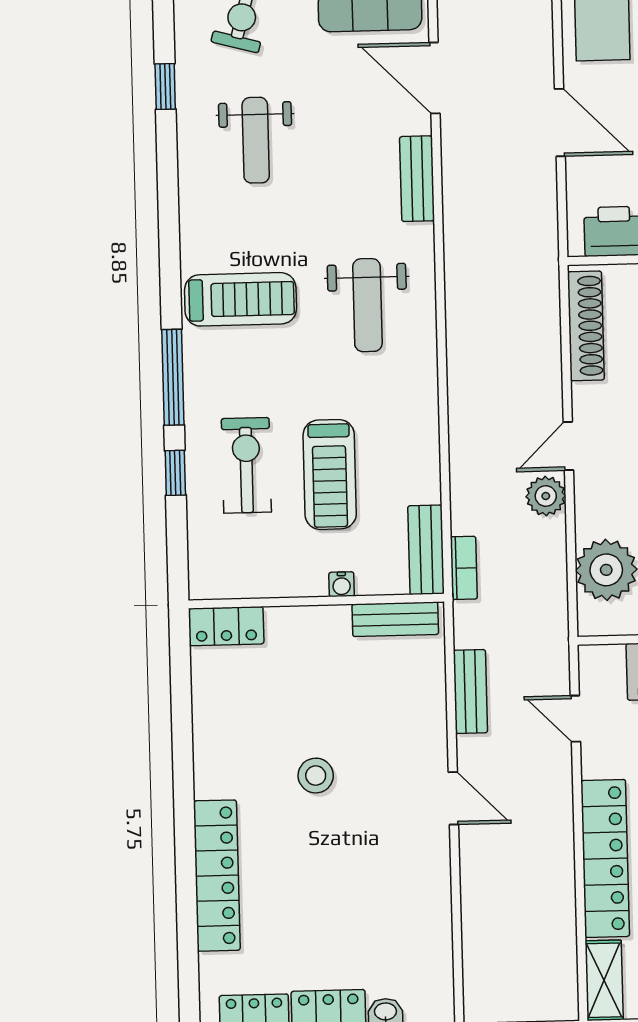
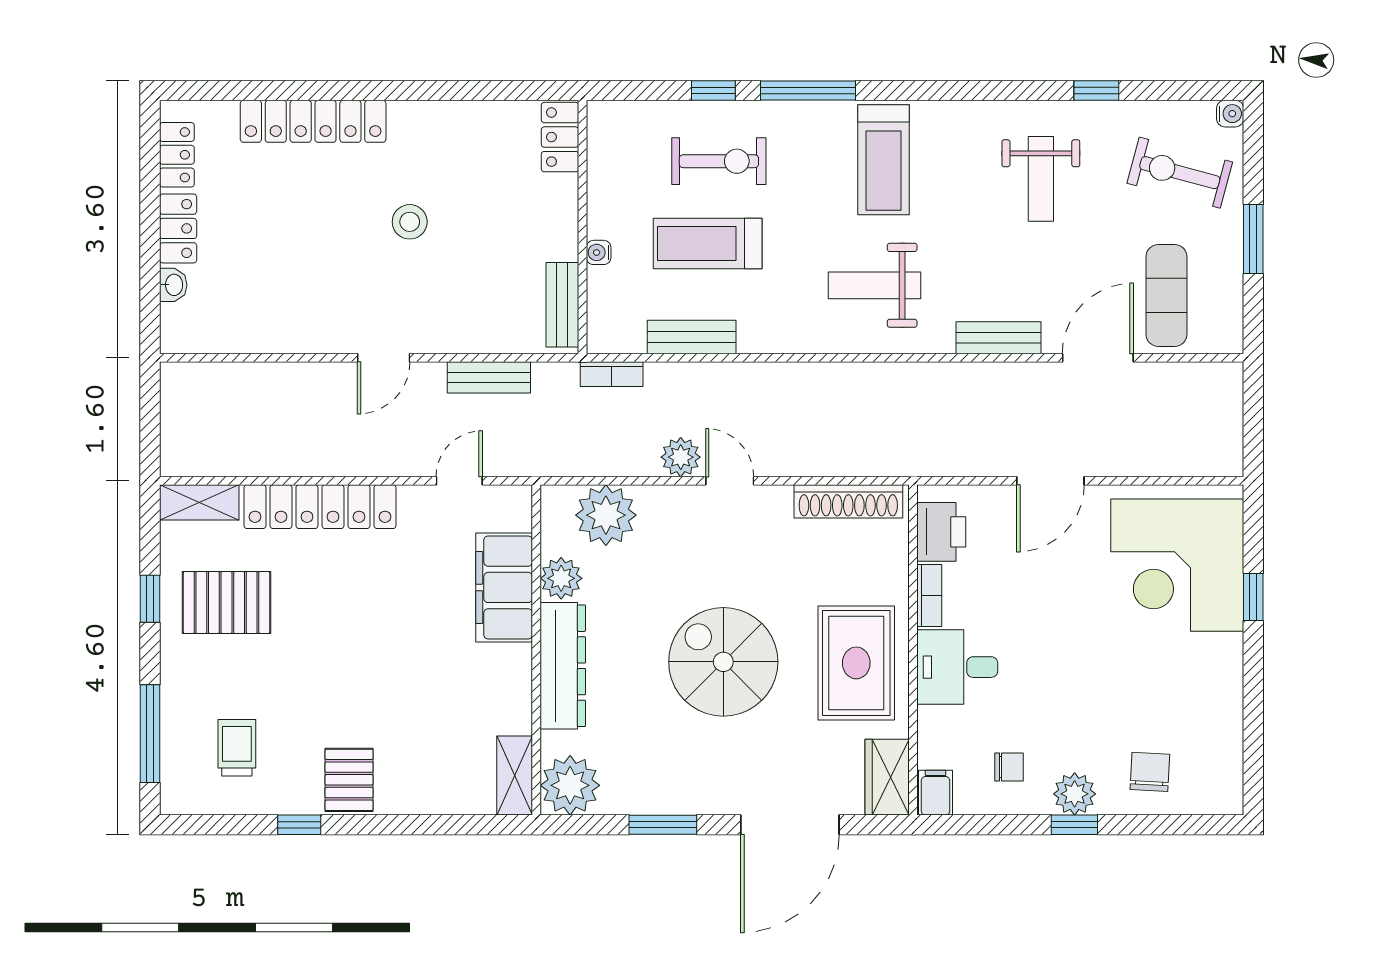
weight bench: (256, 140) -> (1041, 179), turned -90
bench: (426, 550) -> (692, 337), moved

